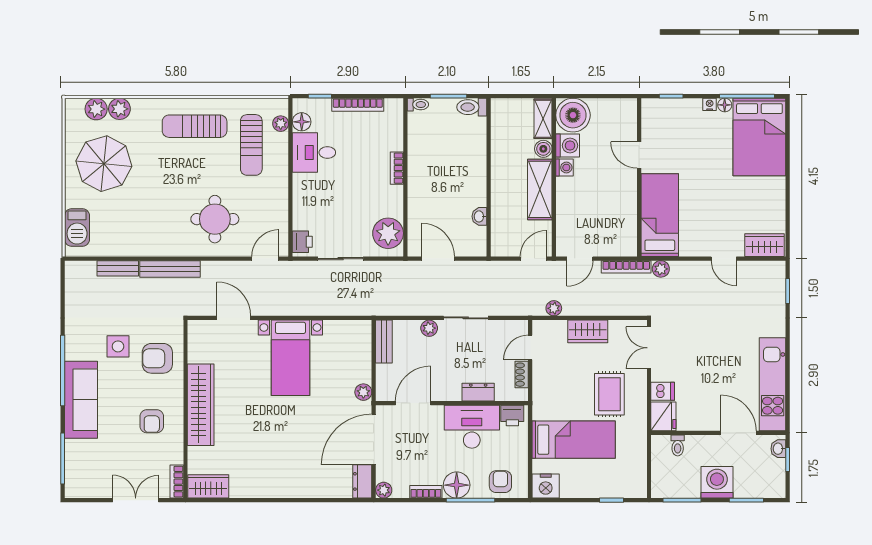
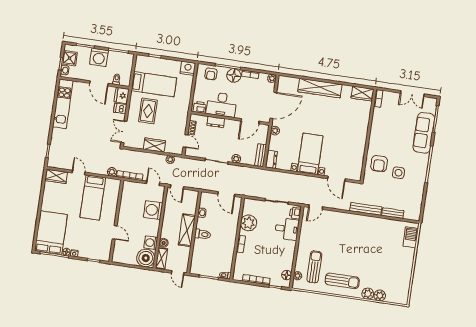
door: (508, 96) -> (178, 273), added
toilet: (472, 107) -> (203, 234), moved
plant: (96, 109) -> (368, 294), moved
desk: (314, 153) -> (287, 229), moved
parasol: (104, 164) -> (392, 268), removed
washing machine: (565, 167) -> (153, 210), moved, width x1.89, depth x1.89
shelving: (540, 189) -> (187, 230), moved
bed: (660, 215) -> (93, 198), moved
round table: (215, 219) -> (339, 231), removed
plant: (388, 233) -> (249, 223), moved
door: (533, 259) -> (177, 187), hinge flipped
door: (580, 259) -> (153, 183), hinge flipped
door: (530, 348) -> (185, 141), hinge flipped
double door: (649, 348) -> (124, 132), swing flipped
armchair: (157, 358) -> (379, 164), turned 90
sofa: (81, 400) -> (424, 133), moved
wardrobe: (201, 405) -> (320, 88), moved, turned -90
armchair: (152, 421) -> (387, 131), removed
door: (738, 433) -> (99, 83), moved
bed: (574, 440) -> (154, 84), moved, turned 180
shower: (772, 473) -> (70, 58), added
dresser: (362, 481) -> (271, 159), moved
double door: (136, 500) -> (412, 94), moved

